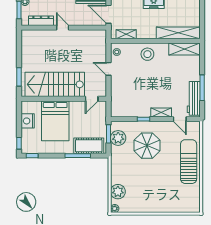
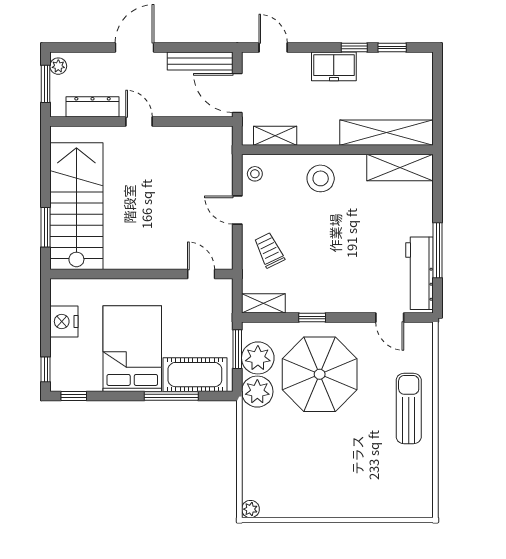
stairs: (55, 84) -> (76, 206), moved, turned 90
trolley: (123, 88) -> (269, 250), added
door: (92, 99) -> (201, 274), swing flipped
shelving: (161, 112) -> (263, 303), moved
bed: (55, 121) -> (132, 349), moved, turned 180
parasol: (147, 146) -> (320, 374), width x1.36, depth x1.36
sun lounger: (189, 162) -> (409, 409), width x0.73, depth x0.75
plant: (118, 192) -> (257, 392), moved

